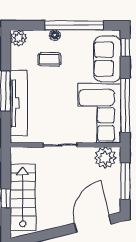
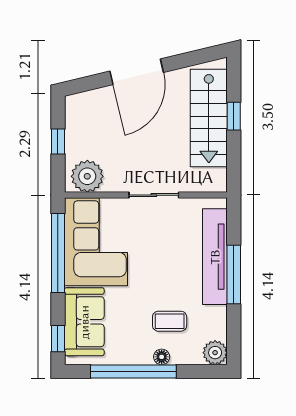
window: (125, 181) -> (58, 142), width x0.46
door: (93, 224) -> (137, 72), moved

